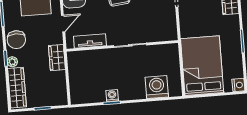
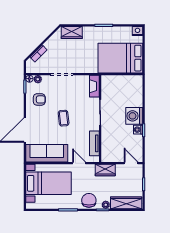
fireplace: (163, 35) -> (94, 86), added
chair: (16, 40) -> (89, 200), turned -90
washing machine: (157, 87) -> (134, 116), moved
door: (68, 90) -> (131, 163), added

